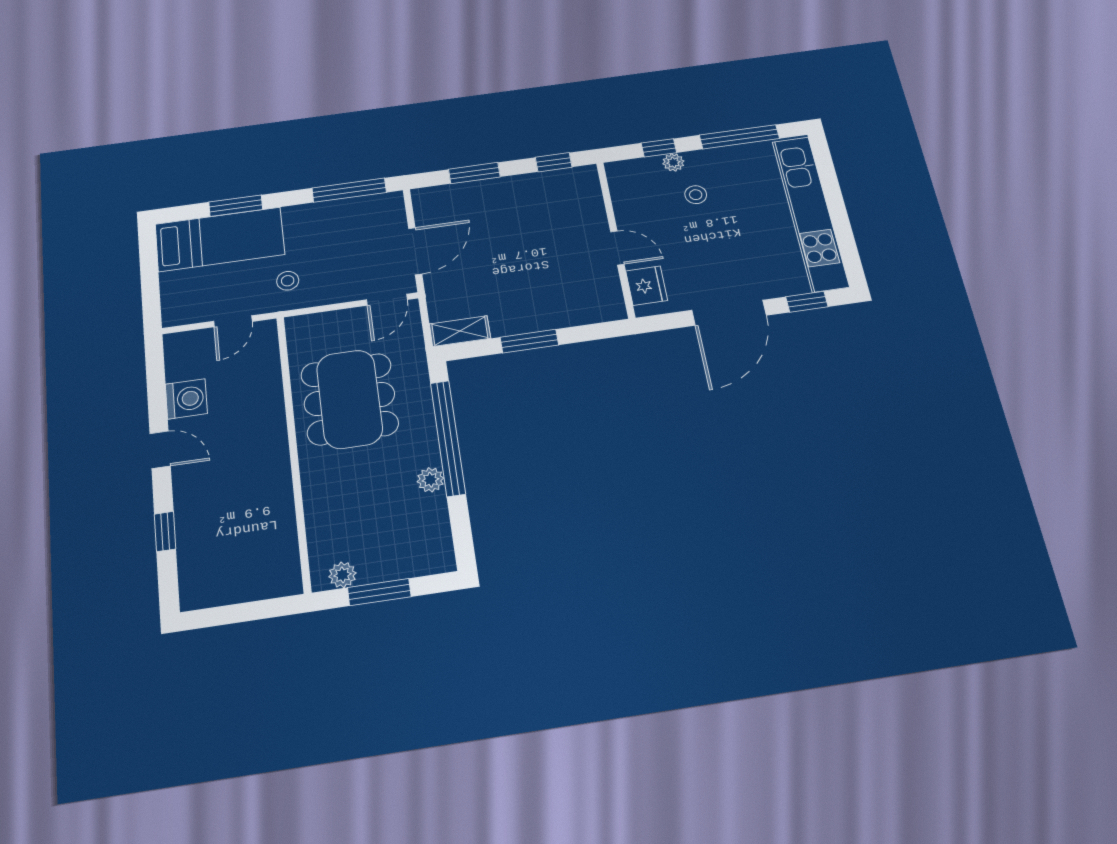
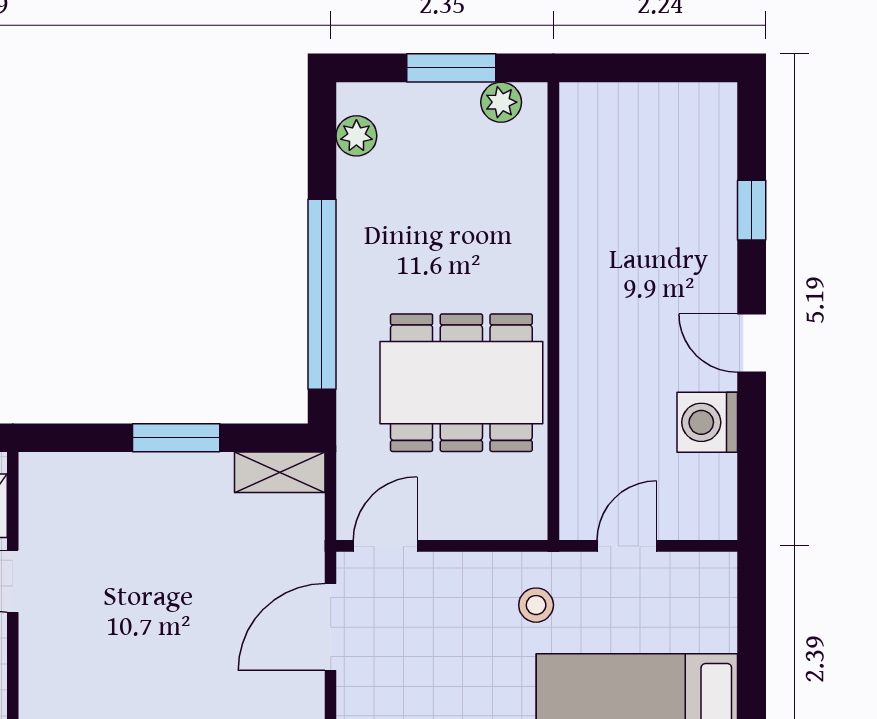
dining table: (349, 399) -> (461, 383), turned 90
plant: (430, 480) -> (356, 136), moved

